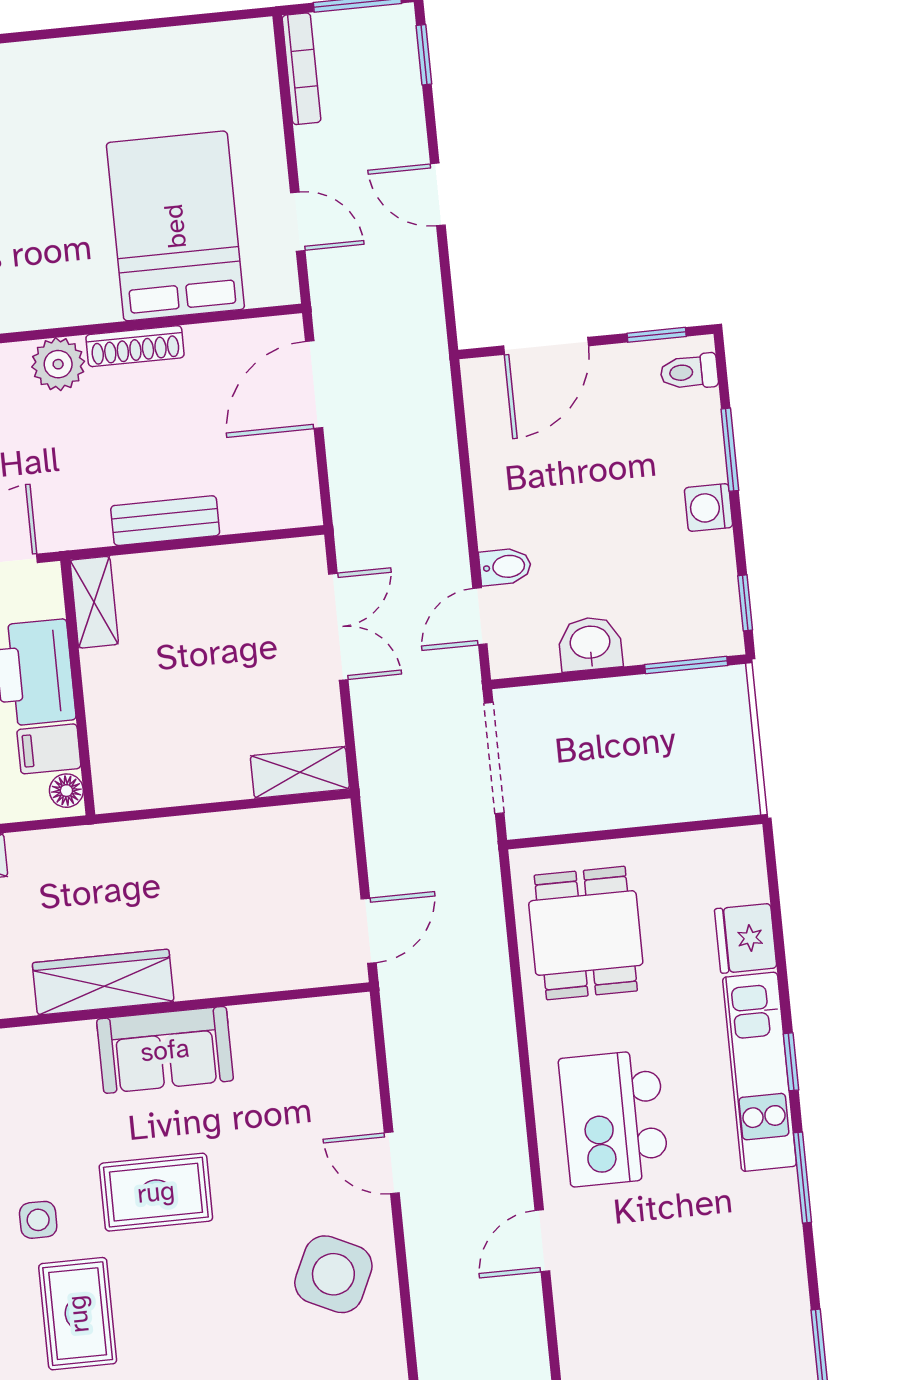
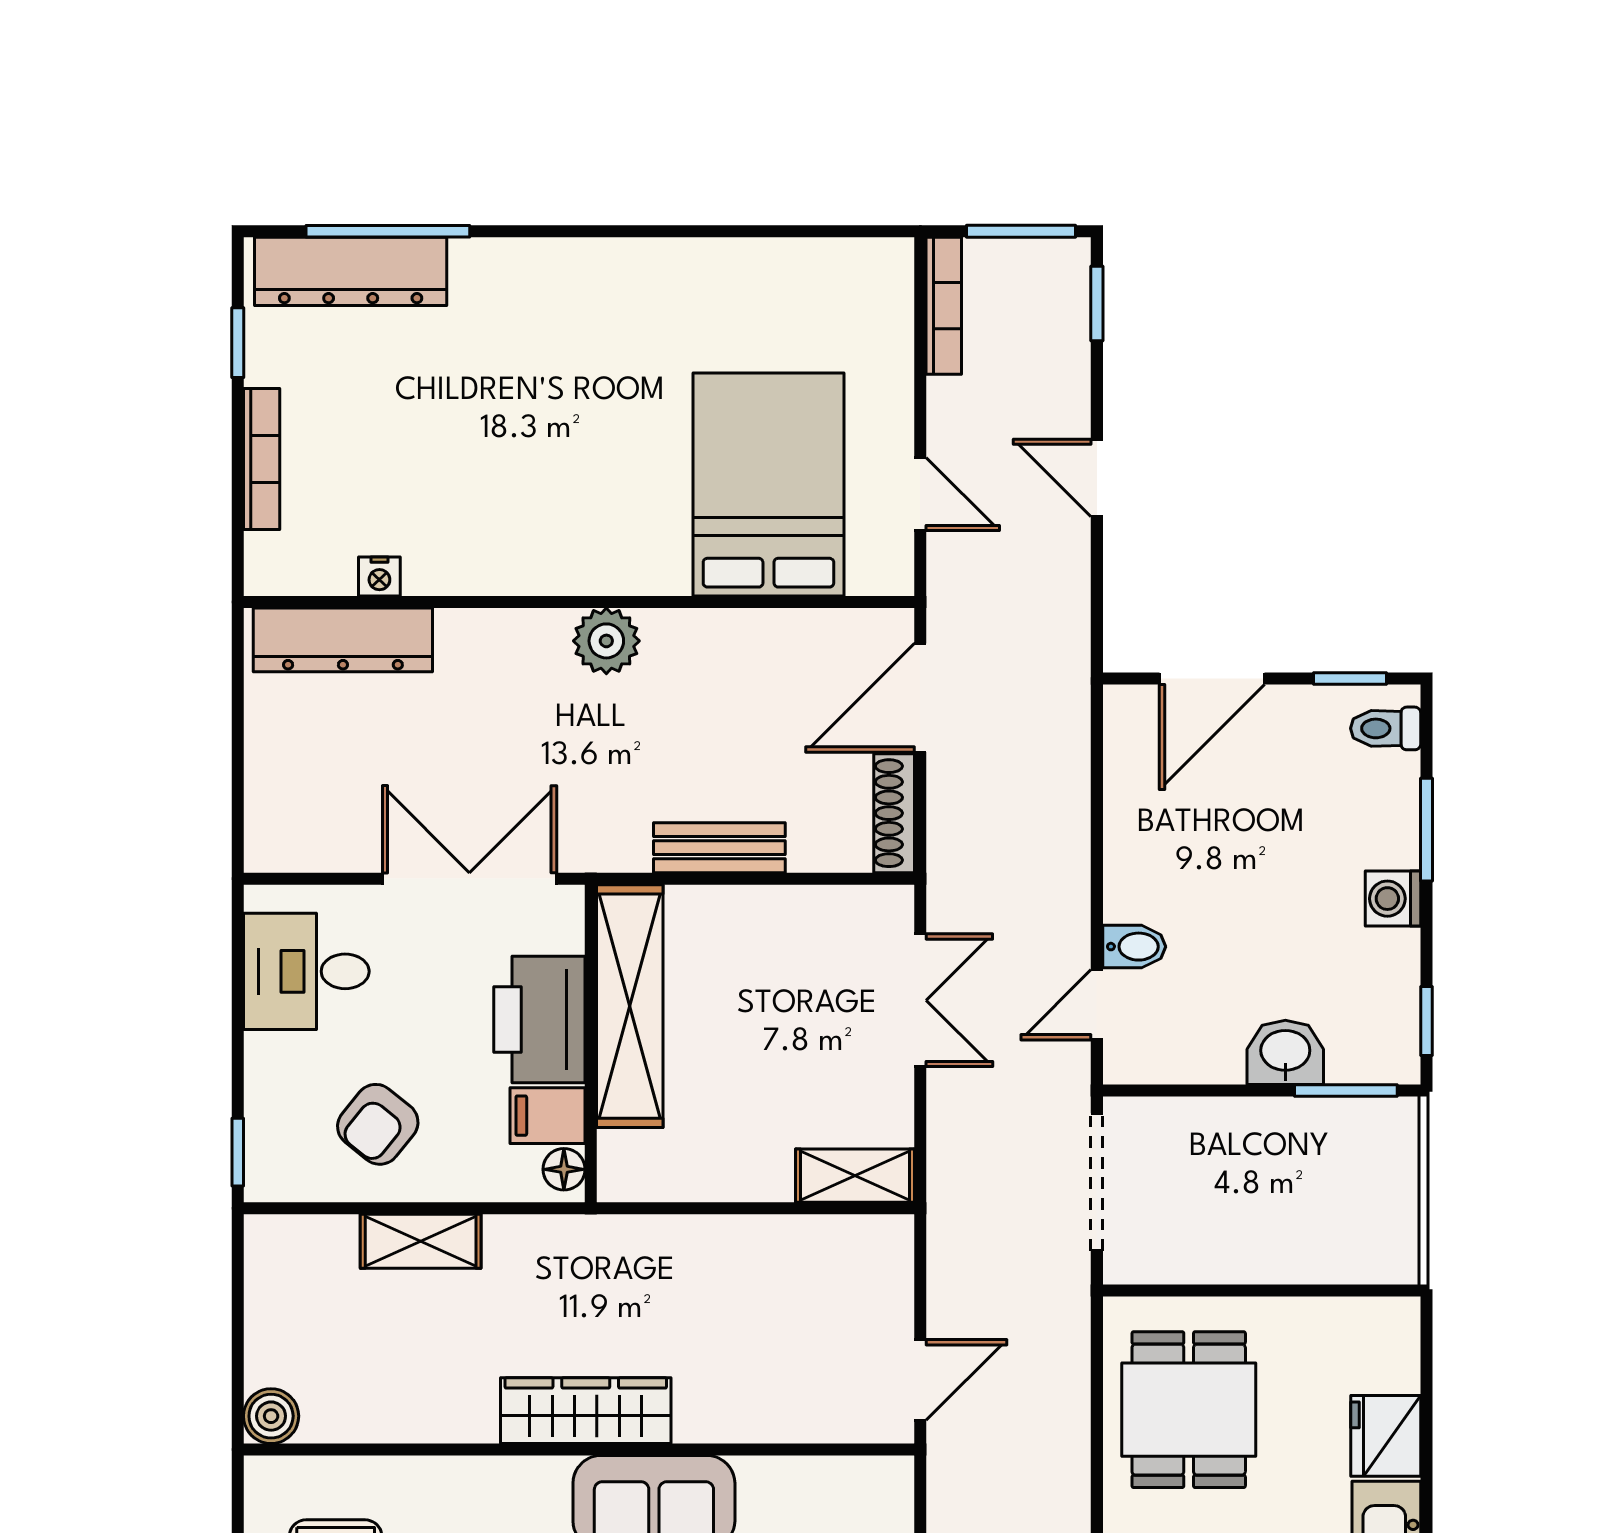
shoe rack: (135, 346) -> (894, 813), moved, turned 90
shelving: (94, 602) -> (630, 1006), width x2.20, depth x1.33
washbasin: (590, 644) -> (1285, 1052), moved

